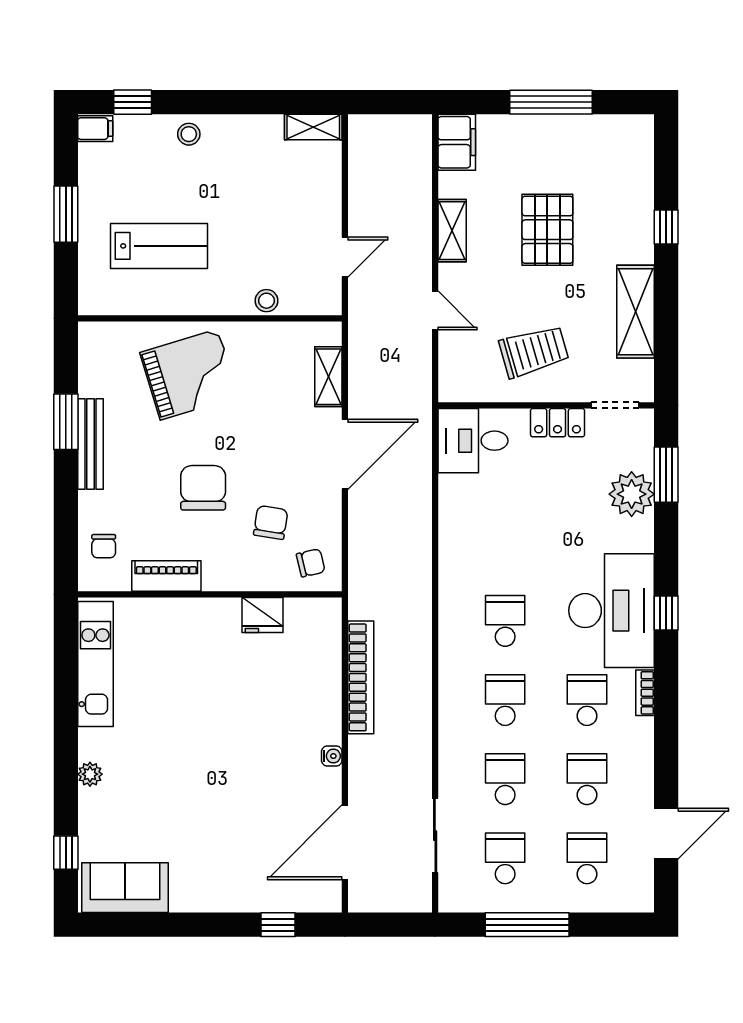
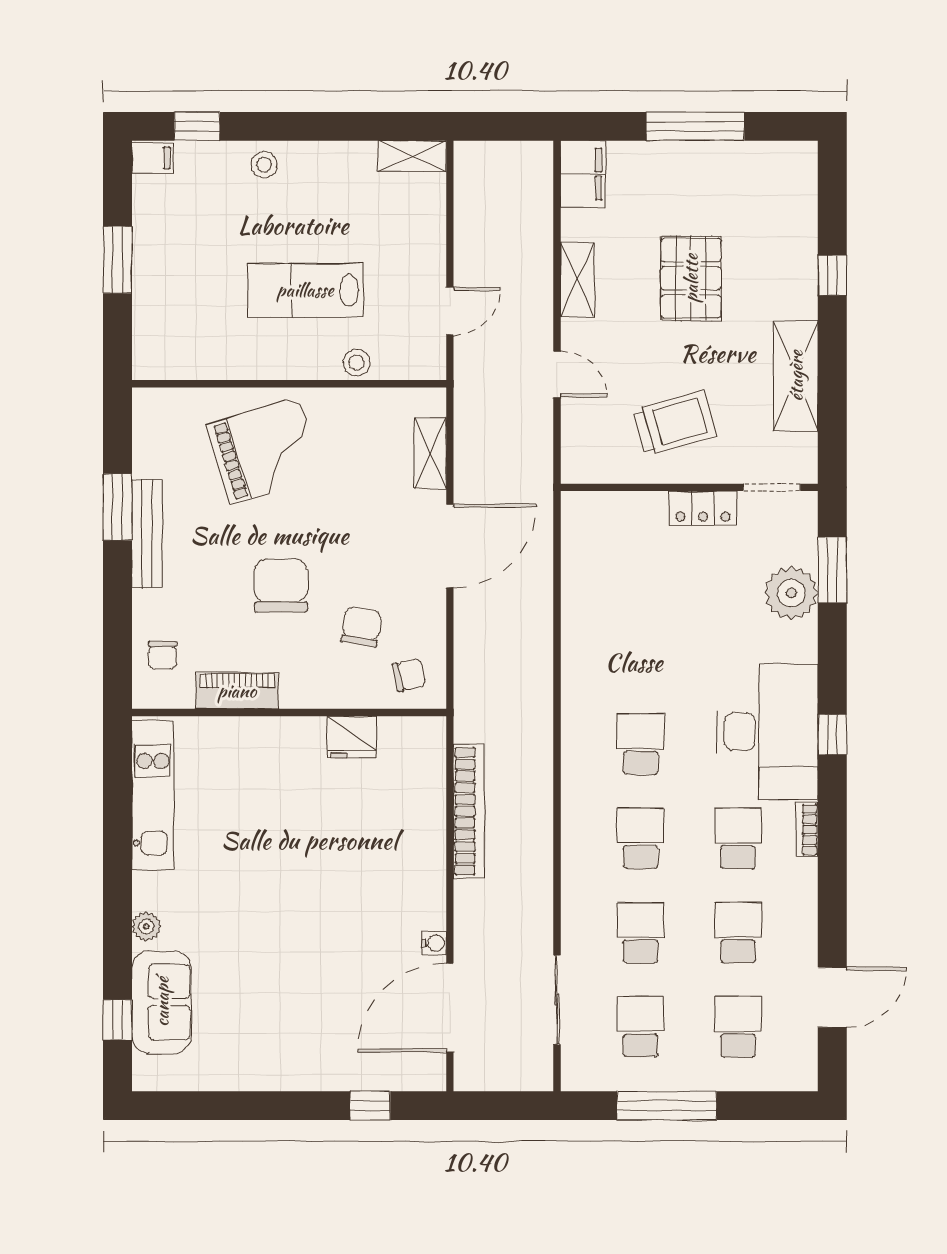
lab bench: (159, 246) -> (305, 290), moved, turned 180
desk: (473, 441) -> (602, 529), removed
water cooler: (332, 756) -> (434, 943), moved
sofa: (125, 888) -> (162, 1002), moved, turned 90

